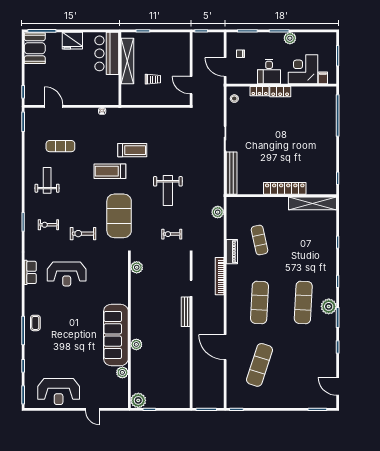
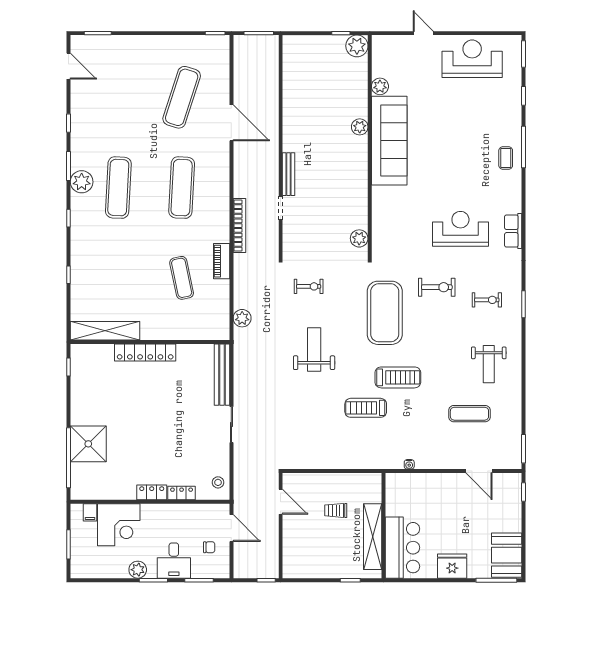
desk: (269, 72) -> (174, 561), moved, turned 180
shower: (324, 125) -> (88, 444), added

